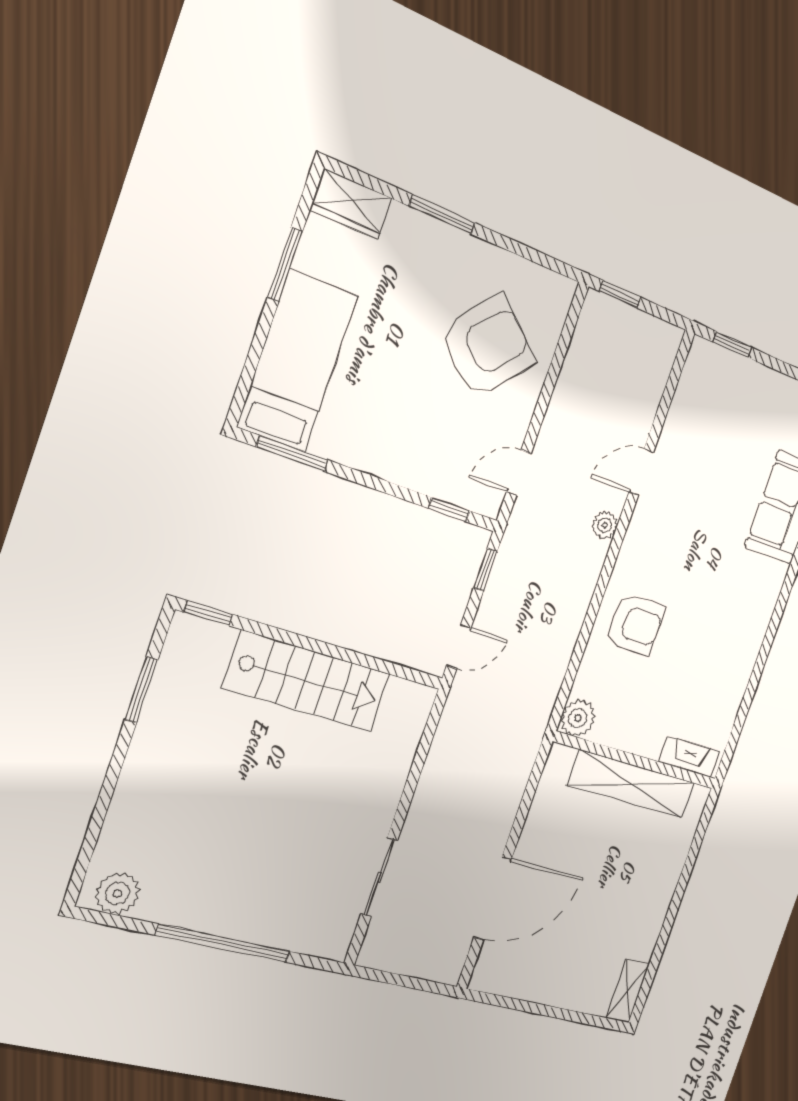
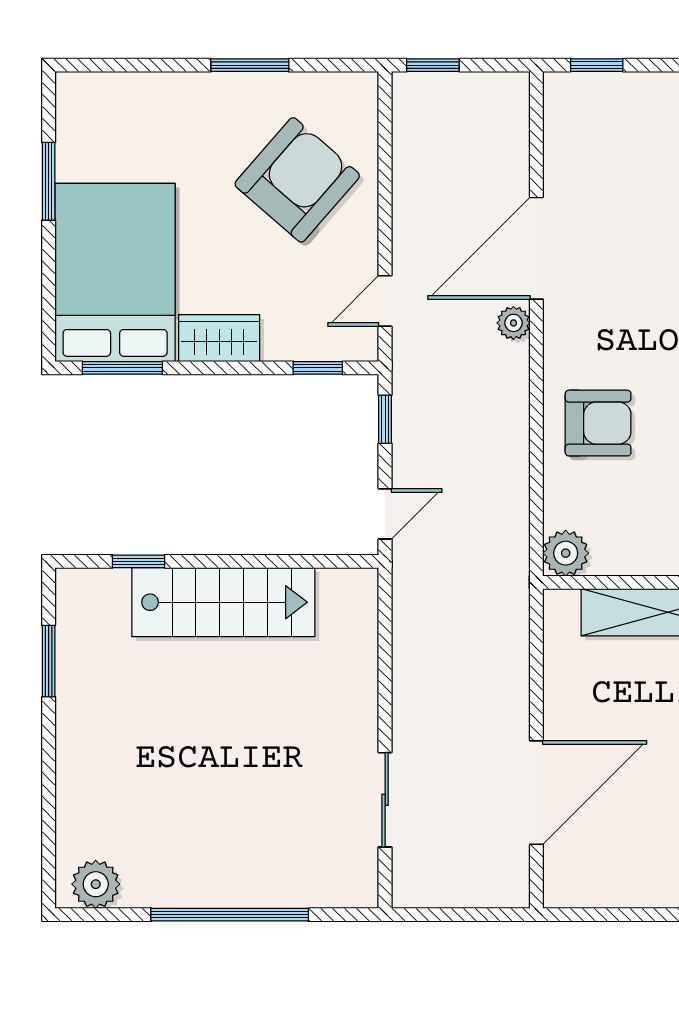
wardrobe: (351, 204) -> (219, 338), moved, turned 180
window: (442, 214) -> (250, 65), moved
bed: (297, 361) -> (115, 272), width x1.50
door: (641, 472) -> (536, 248), width x1.87
window: (209, 613) -> (138, 561), moved

